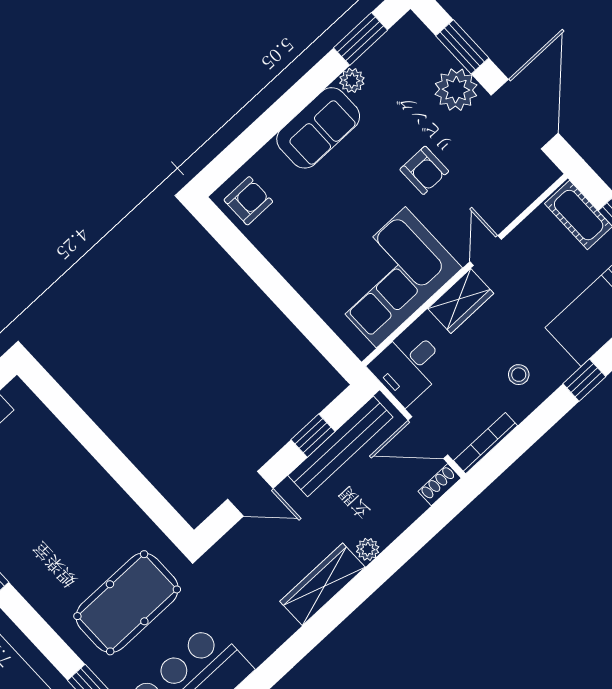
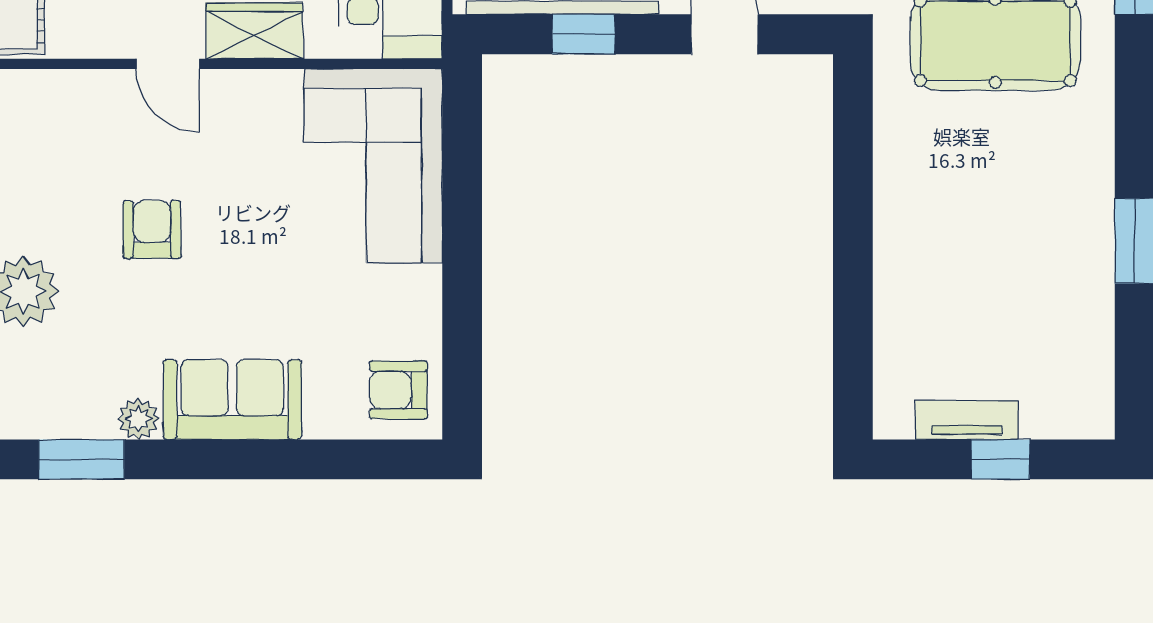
door: (486, 250) -> (168, 64), hinge flipped
corner sofa: (391, 277) -> (373, 166), moved, turned 90

